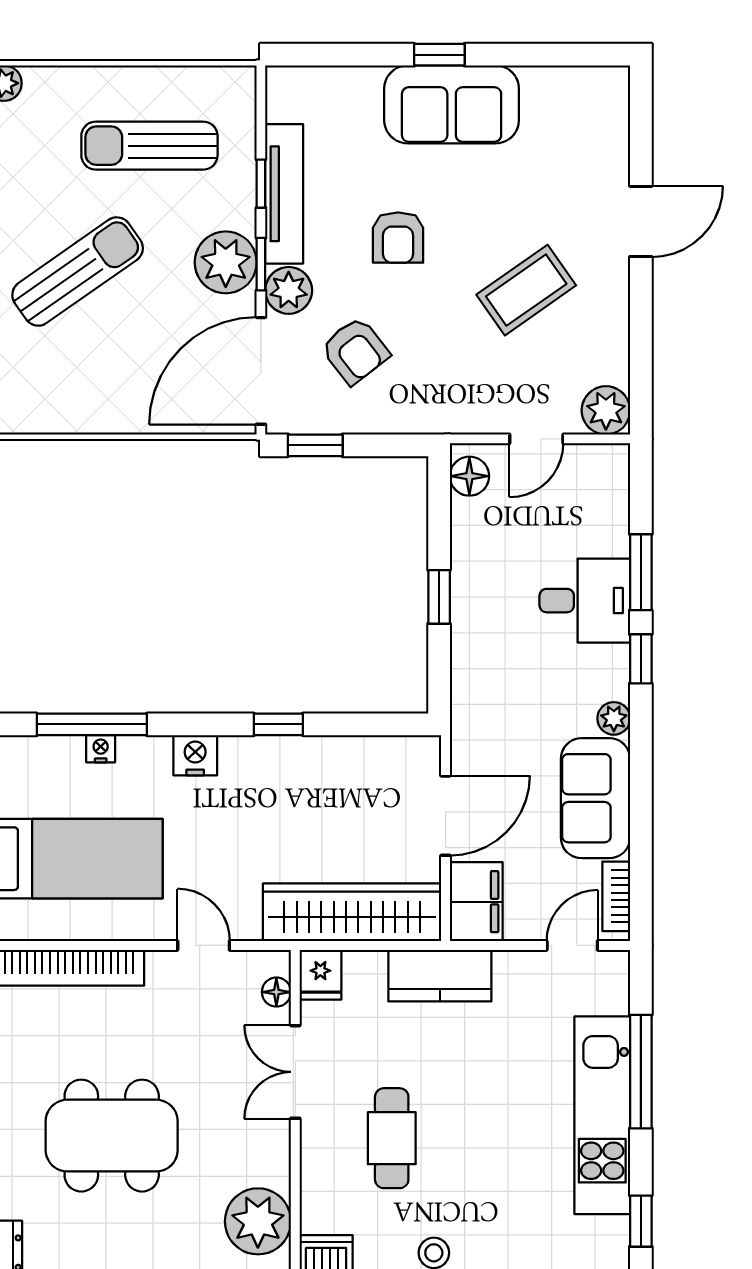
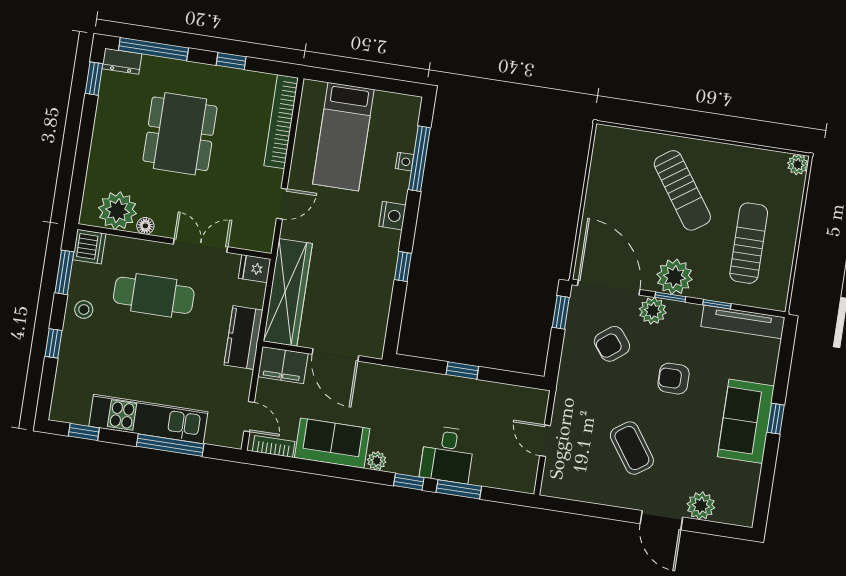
tv unit: (284, 194) -> (743, 322), moved
plant: (606, 410) -> (701, 506), moved
floor lamp: (469, 476) -> (529, 399), removed
floor lamp: (276, 992) -> (145, 226), moved
cafe table: (392, 1138) -> (154, 295), width x1.37, depth x1.35

